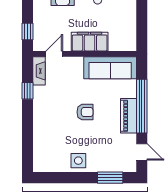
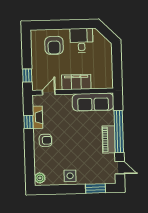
fireplace: (39, 71) -> (38, 117), moved
armchair: (85, 112) -> (45, 140), moved
plant: (40, 162) -> (40, 178), added

